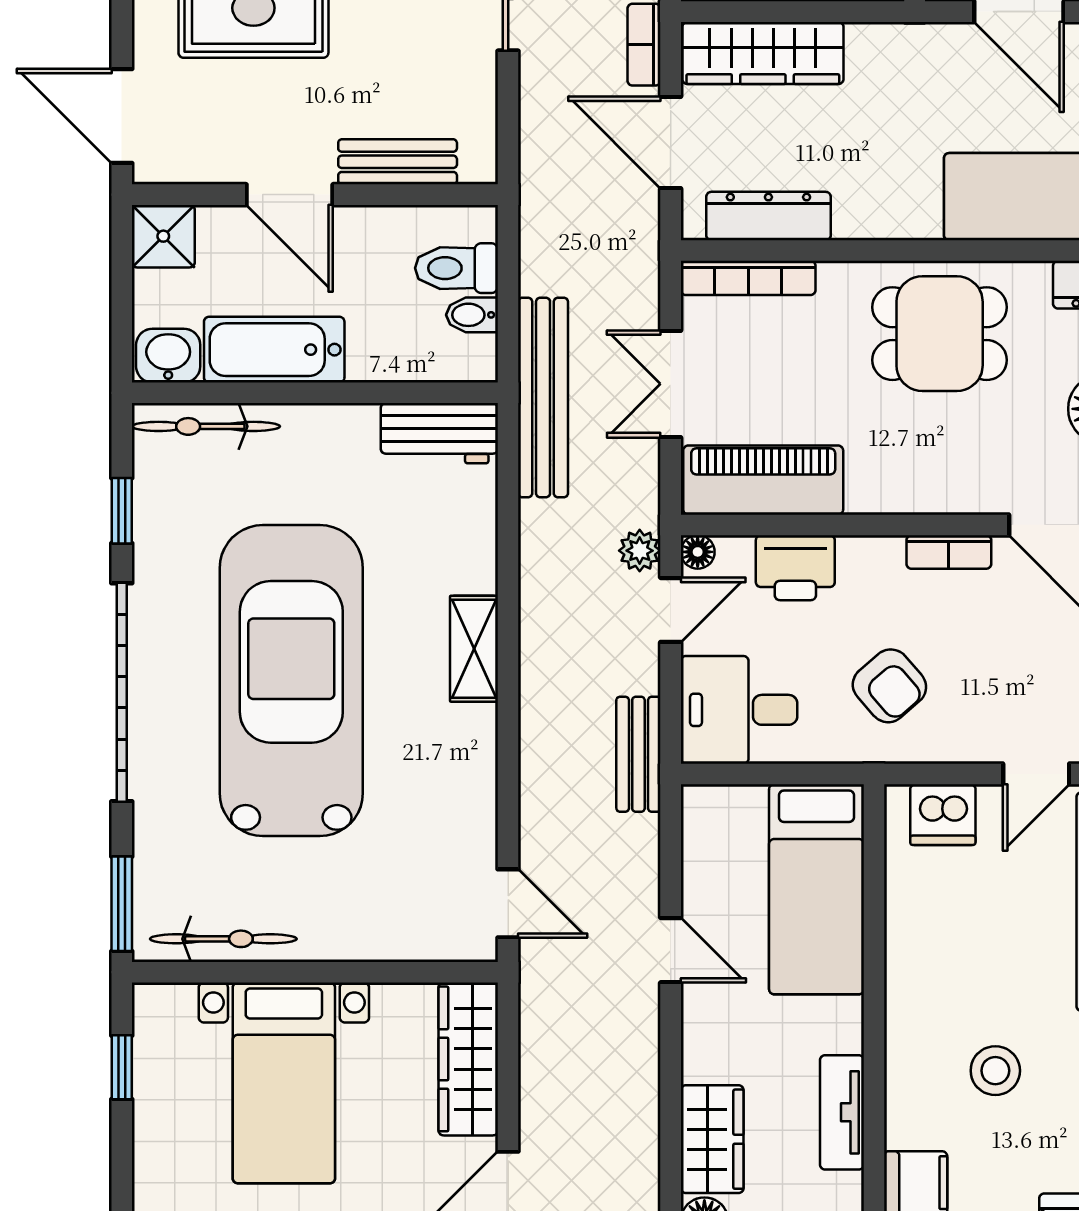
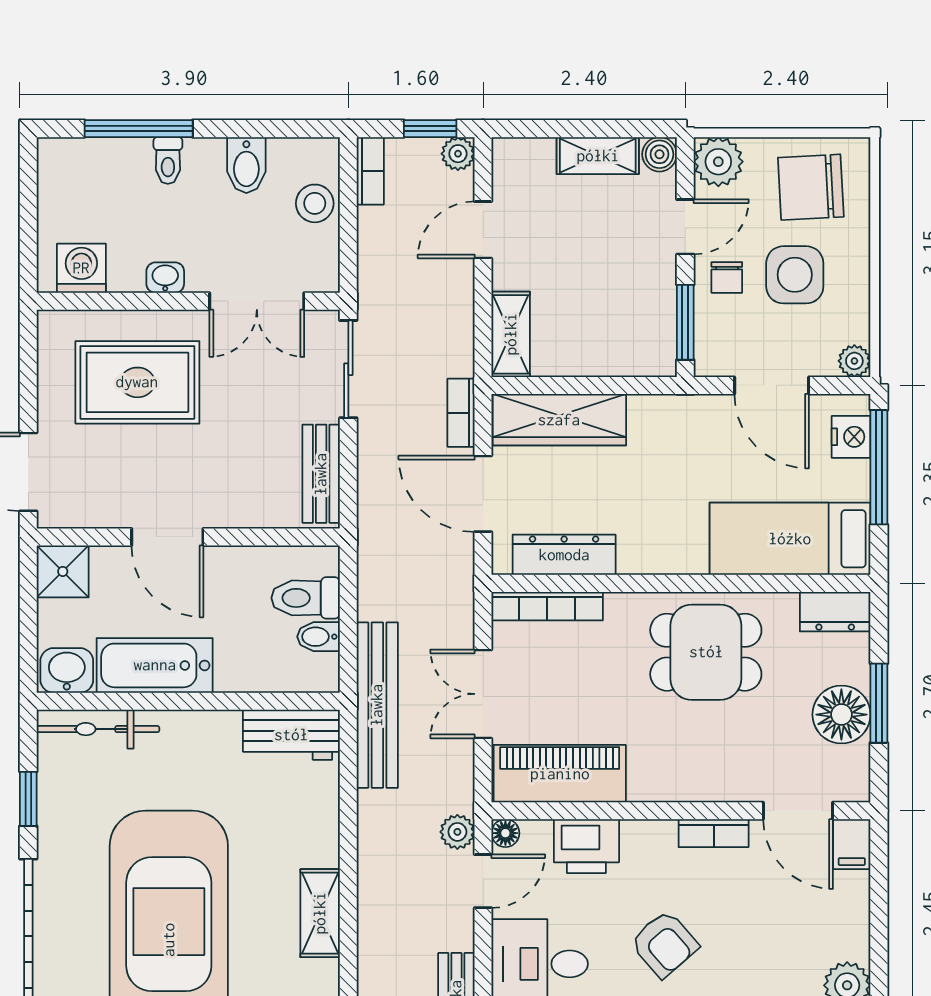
bench: (398, 162) -> (321, 474), moved, turned 90

